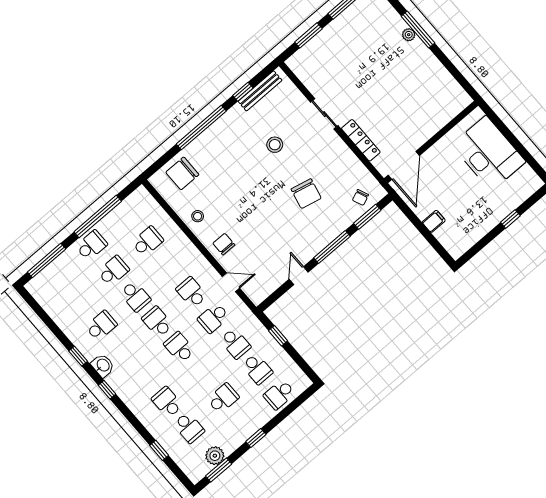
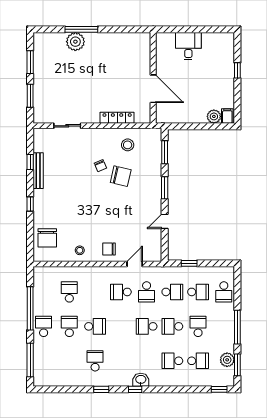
plant: (409, 35) -> (75, 42), width x1.87, depth x1.87
bench: (260, 91) -> (38, 171), moved
sliding door: (324, 114) -> (67, 126), moved
window: (201, 128) -> (30, 204), width x0.32
stool: (275, 145) -> (128, 145), moved
desk: (489, 153) -> (188, 46), width x0.53, depth x0.77
door: (404, 165) -> (153, 89), moved
chair: (360, 197) -> (100, 166), moved
filing cabinet: (434, 221) -> (227, 116), moved
plant: (445, 235) -> (214, 116), added
window: (332, 247) -> (165, 188), width x0.69
door: (299, 276) -> (165, 221), hinge flipped
school desk: (157, 322) -> (172, 326), moved
washbasin: (103, 365) -> (141, 380), moved
window: (256, 438) -> (237, 327), width x2.17
window: (159, 450) -> (219, 389), moved

